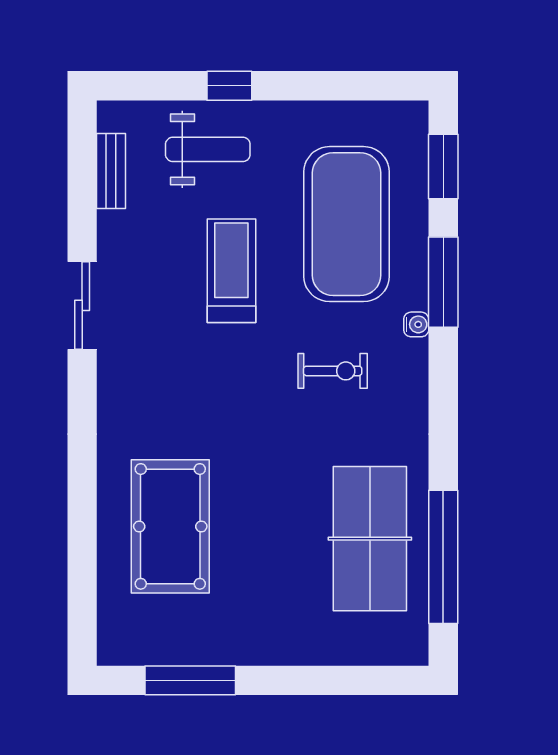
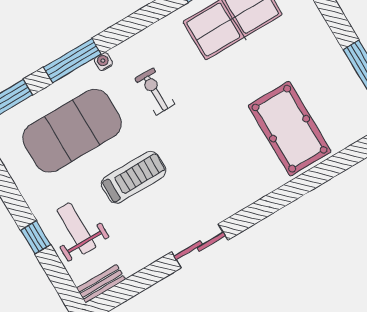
bench: (111, 171) -> (101, 284), moved
treadmill: (231, 271) -> (134, 177), turned 180
pool table: (170, 526) -> (290, 129), turned 90

